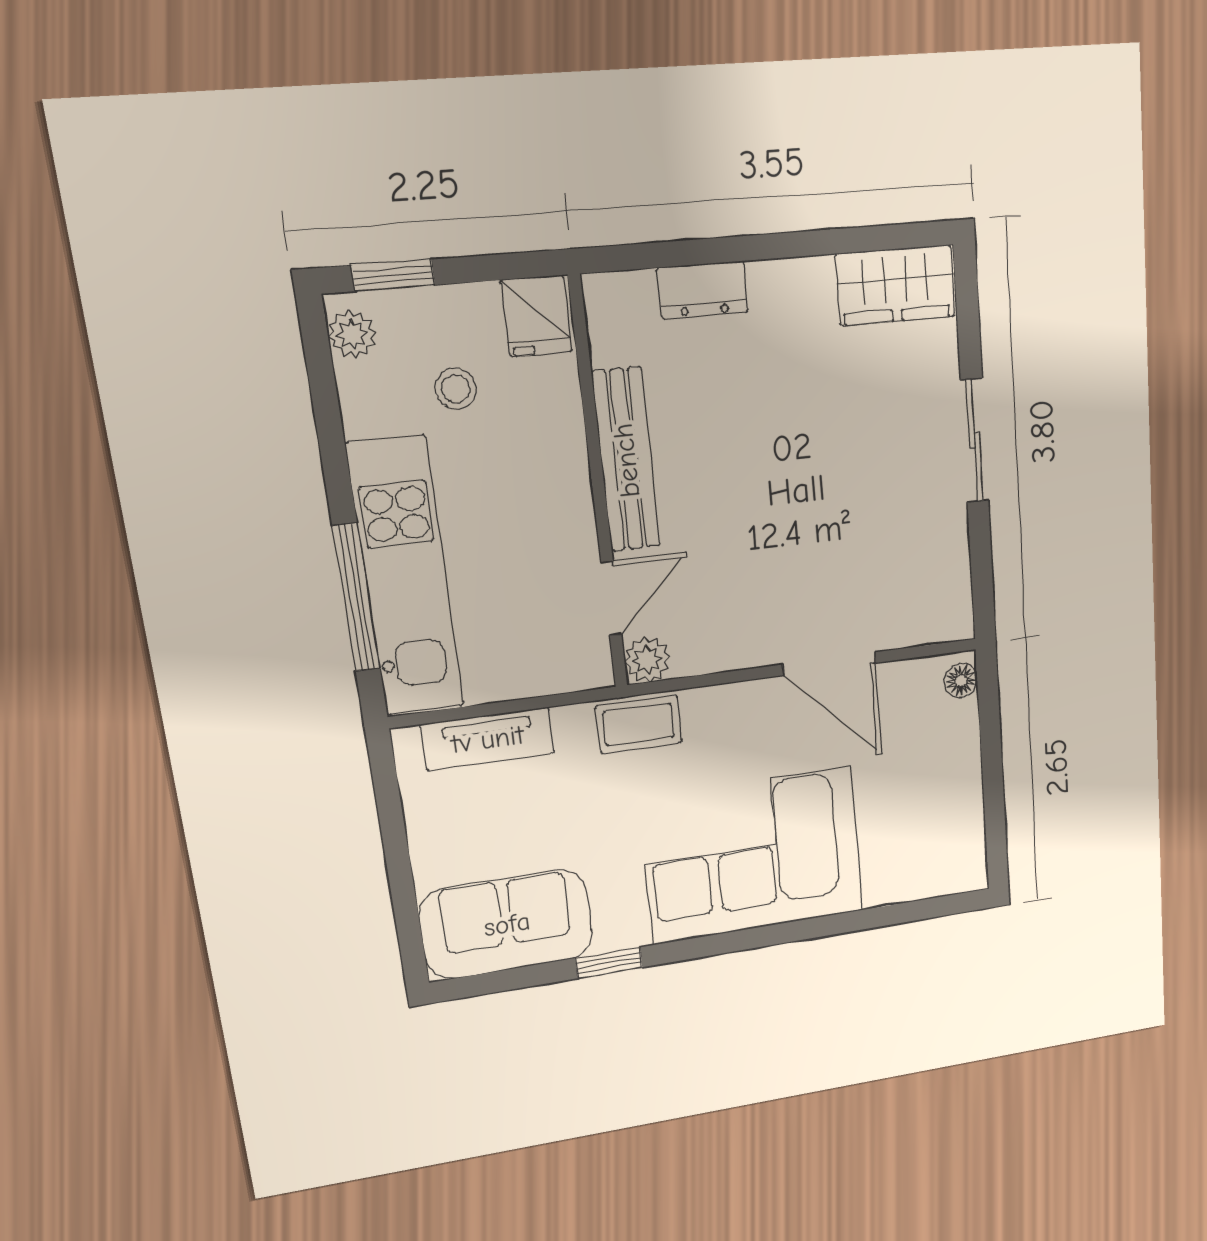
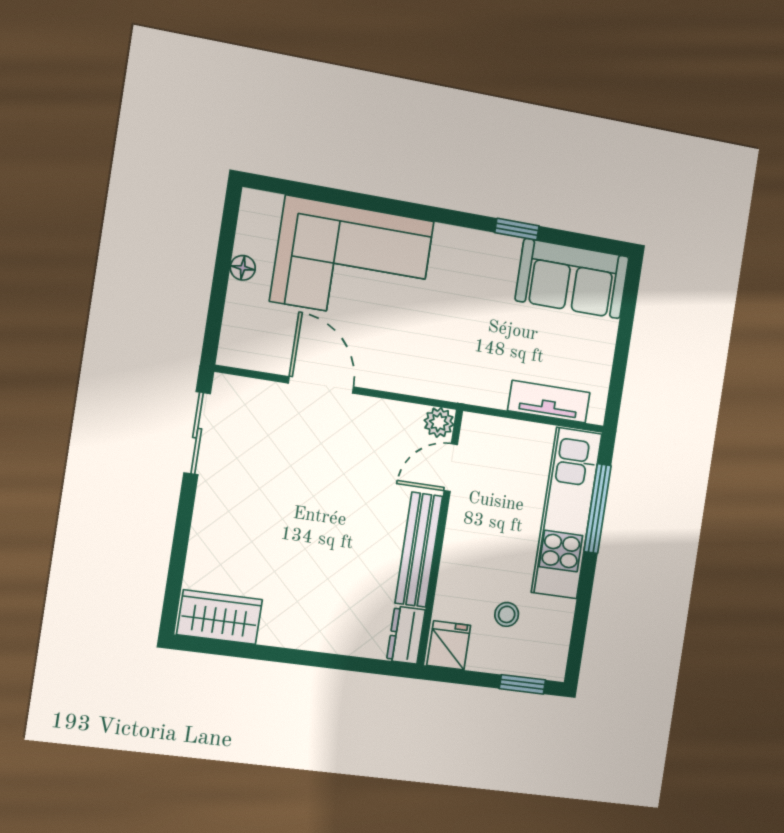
dresser: (703, 290) -> (406, 635), moved, turned -90
plant: (352, 334) -> (554, 657), removed
sliding door: (975, 441) -> (197, 433), moved
floor lamp: (961, 681) -> (243, 268), moved
coffee table: (639, 724) -> (455, 382), removed
corner sofa: (752, 855) -> (352, 261), moved

